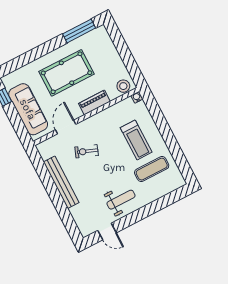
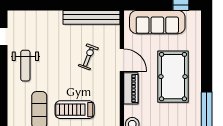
door: (66, 127) -> (122, 60), moved
bench: (61, 182) -> (92, 17), moved

